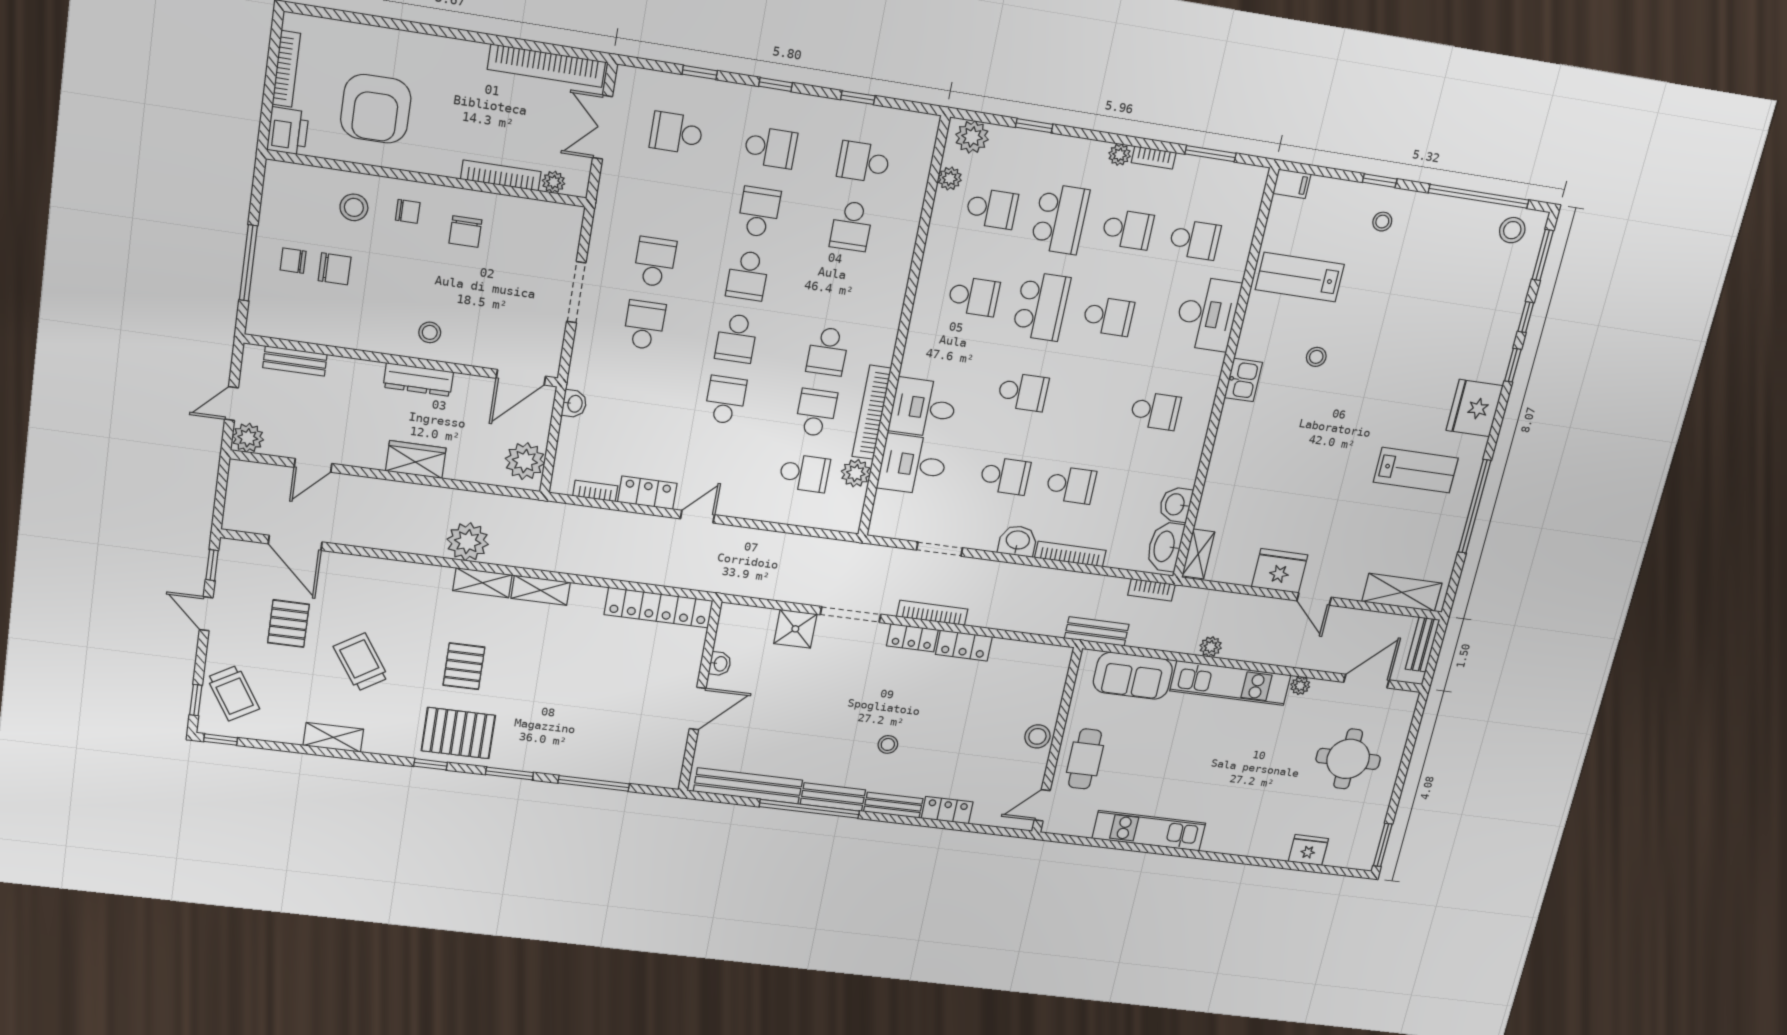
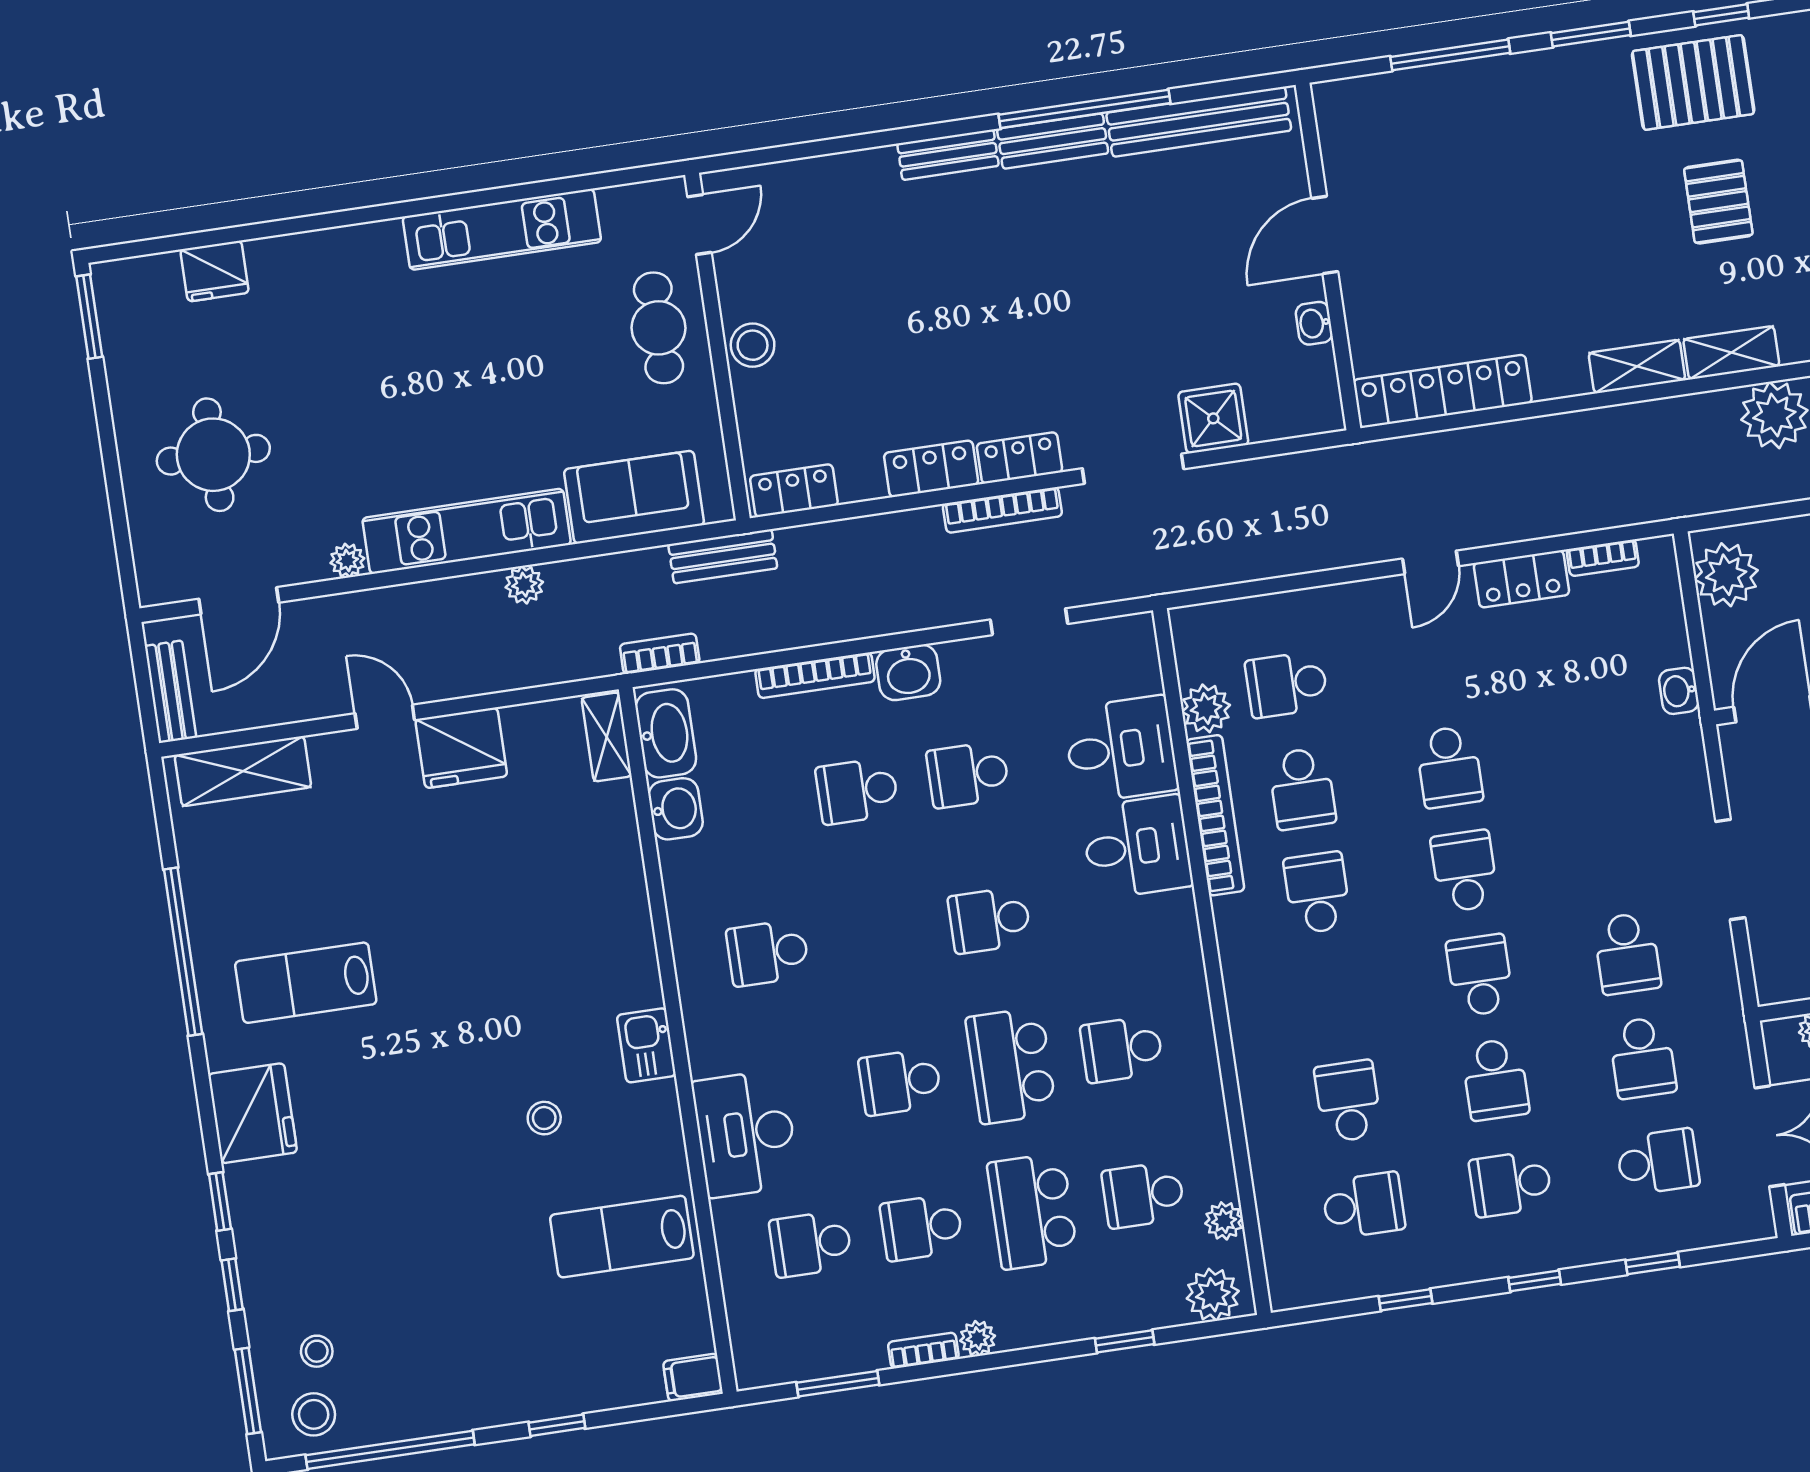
stool: (1382, 222) -> (317, 1351), moved
lab bench: (1300, 277) -> (622, 1237), turned 180
school desk: (644, 325) -> (1642, 1058), moved
stool: (888, 744) -> (994, 260), removed
locker: (947, 810) -> (794, 491), moved, turned 180

